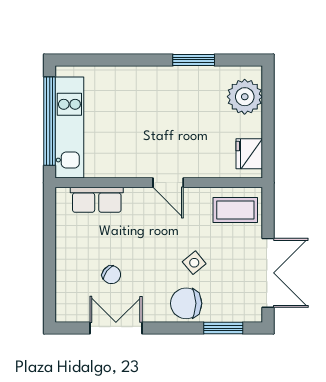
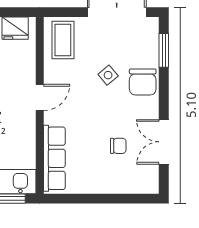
row of seats: (97, 200) -> (54, 158), width x1.48
chair: (111, 275) -> (118, 146), turned 53

